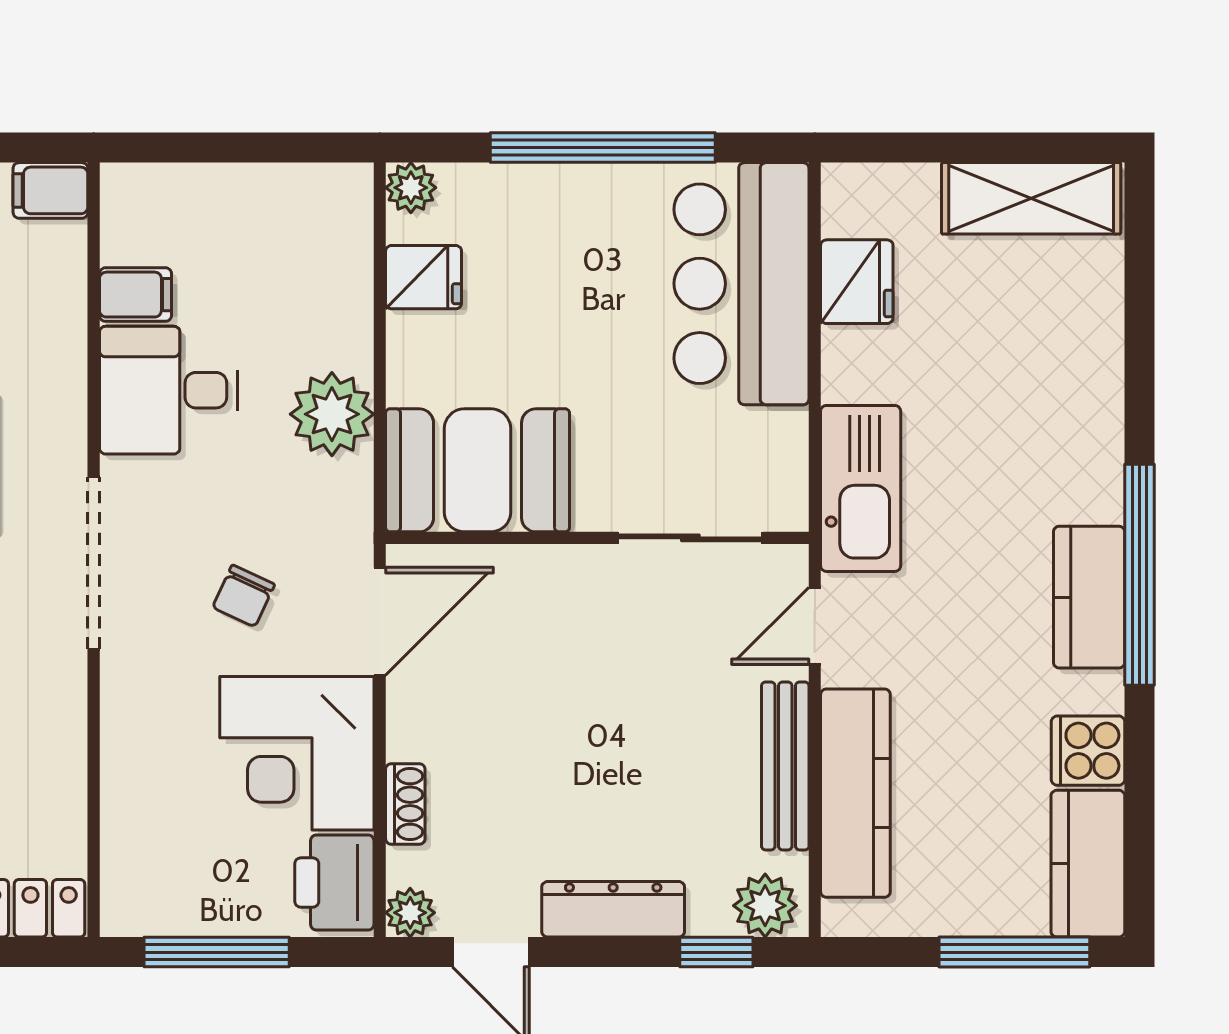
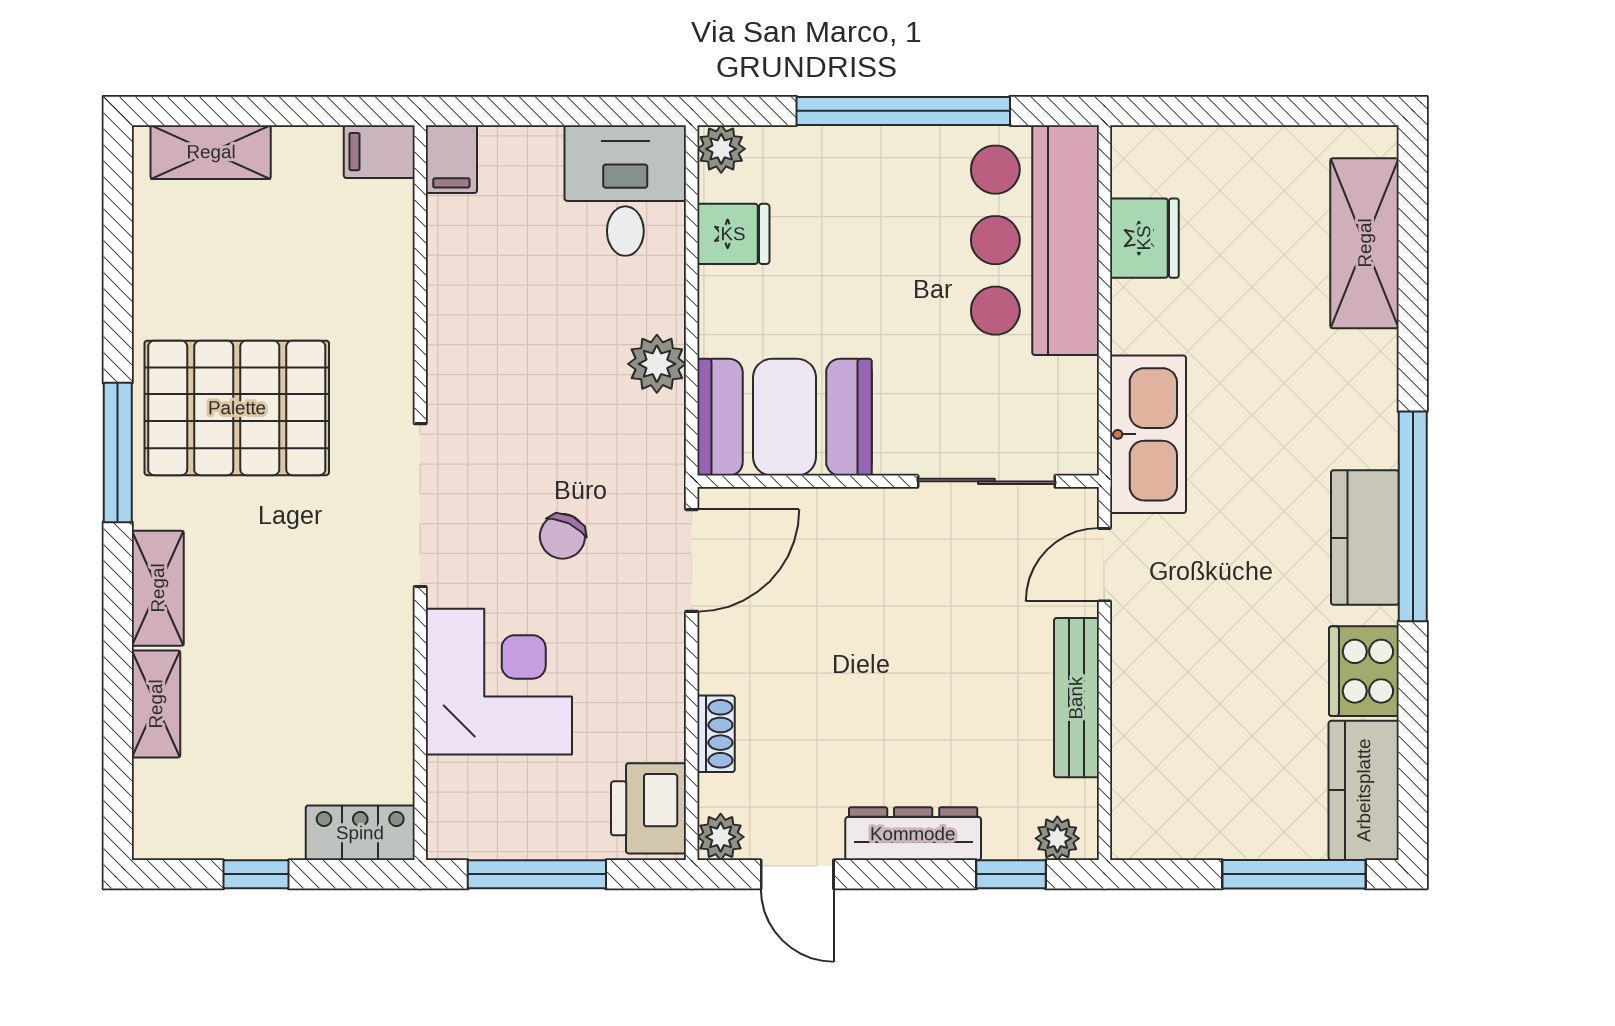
shelving: (1031, 198) -> (1365, 243), moved, turned 90
filing cabinet: (135, 295) -> (451, 159), moved, turned 90
desk: (169, 390) -> (625, 191), moved, turned 90
plant: (332, 414) -> (657, 364), width x0.73, depth x0.73
cooker: (1088, 751) -> (1364, 671), width x1.36
corner desk: (297, 753) -> (499, 682), moved, turned 180
kitchen counter: (855, 793) -> (1143, 723), removed
plant: (765, 906) -> (1057, 838), width x0.73, depth x0.73

